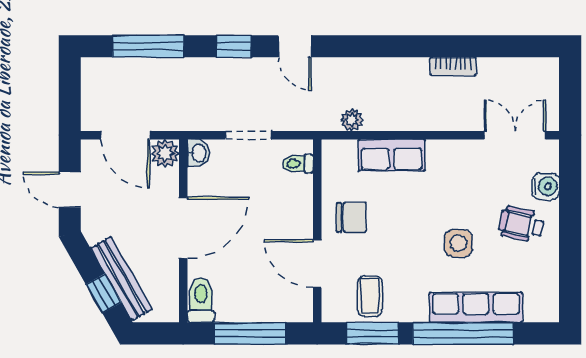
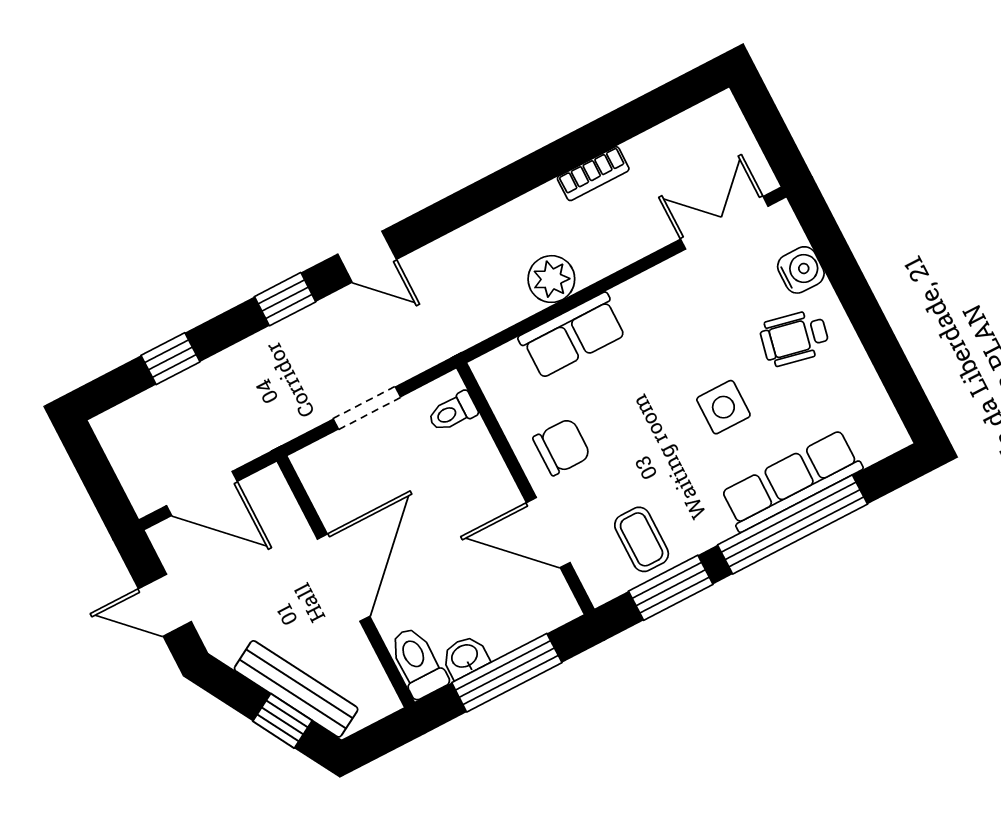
window: (148, 46) -> (170, 359), width x0.46
plant: (352, 120) -> (551, 279), moved, width x1.38, depth x1.38
plant: (165, 153) -> (268, 490), removed
washbasin: (198, 153) -> (465, 657), moved, turned -90

